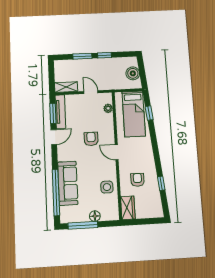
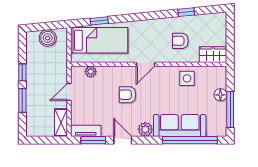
tv unit: (60, 112) -> (86, 131), width x0.71
plant: (63, 155) -> (145, 129), added

